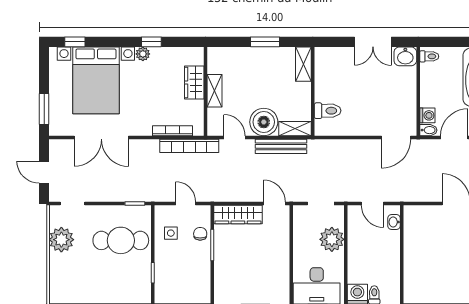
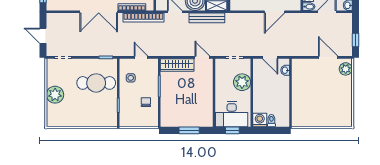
double door: (101, 138) -> (99, 12), moved
door: (396, 138) -> (275, 12), moved
chair: (200, 234) -> (146, 102), moved
plant: (61, 240) -> (55, 95), moved

